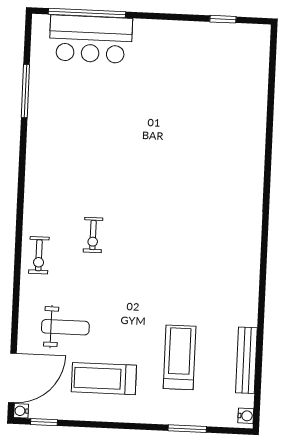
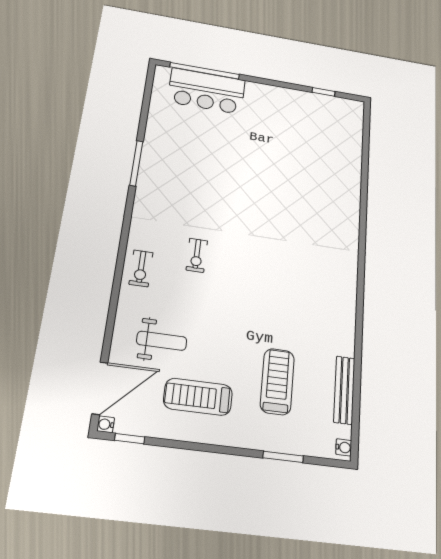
window: (25, 91) -> (136, 163), moved

